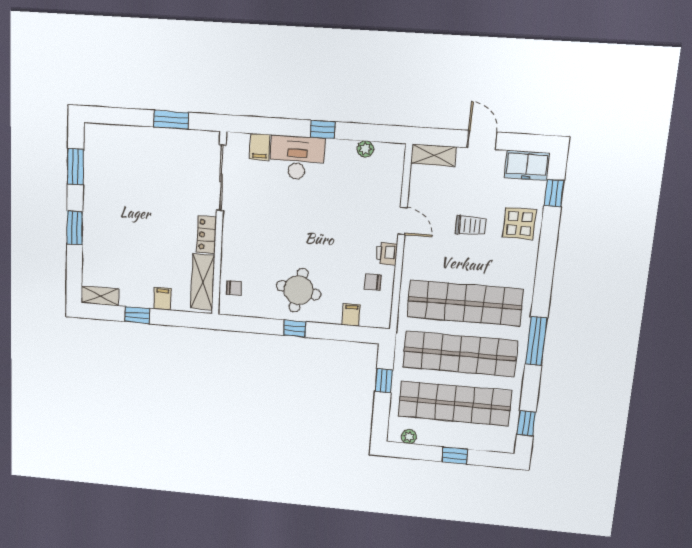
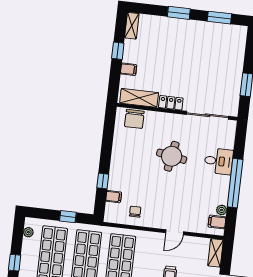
window: (323, 130) -> (235, 183), width x3.17
filing cabinet: (260, 147) -> (217, 222), moved
desk: (297, 158) -> (219, 161), width x0.73
printer: (387, 254) -> (154, 221), removed
chair: (234, 288) -> (134, 119), width x1.87, depth x1.87
round table: (299, 290) -> (172, 156), moved
window: (295, 329) -> (103, 181), moved

